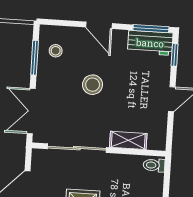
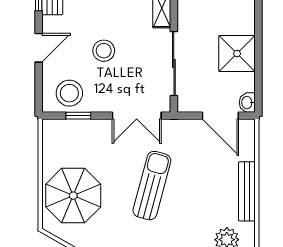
stool: (56, 51) -> (69, 93), width x1.89, depth x1.89
window: (35, 58) -> (78, 116), width x0.67

